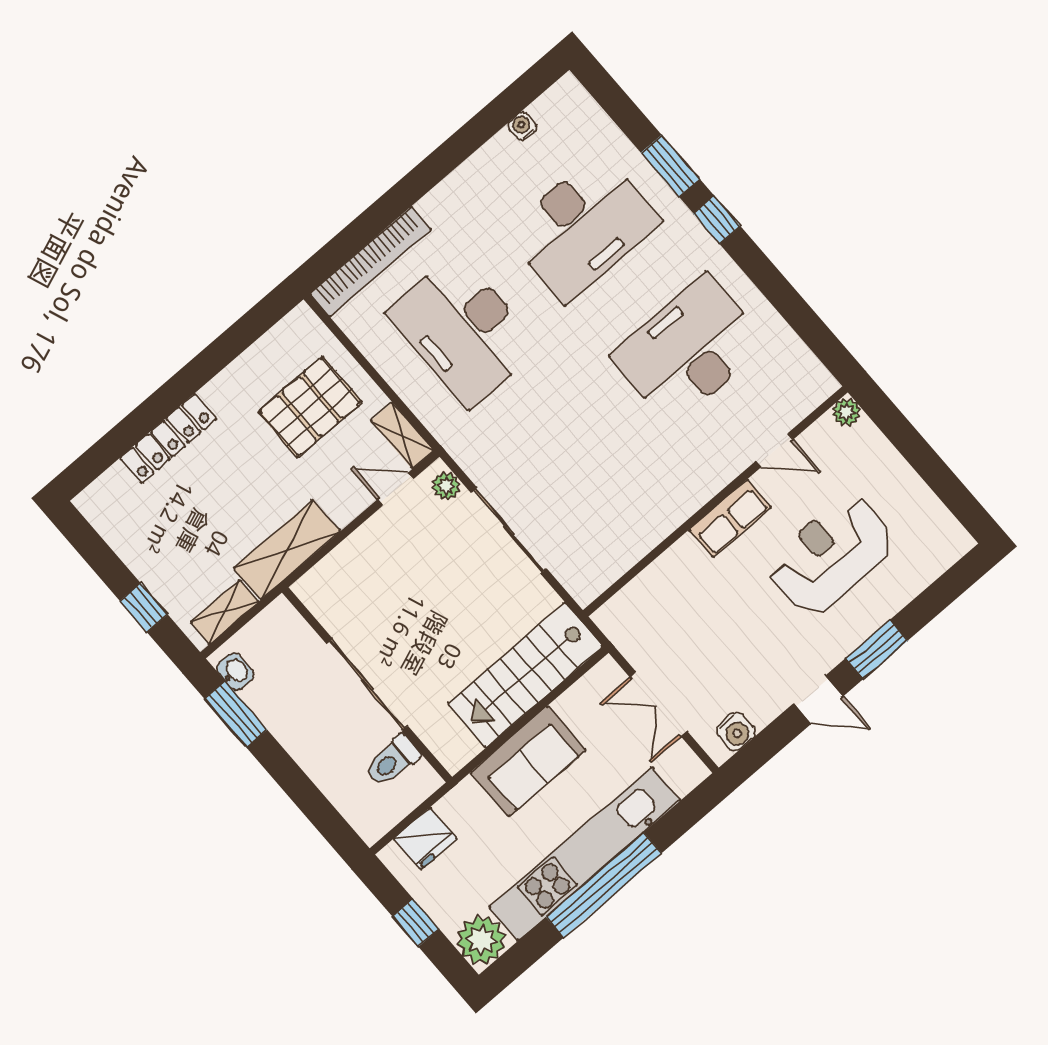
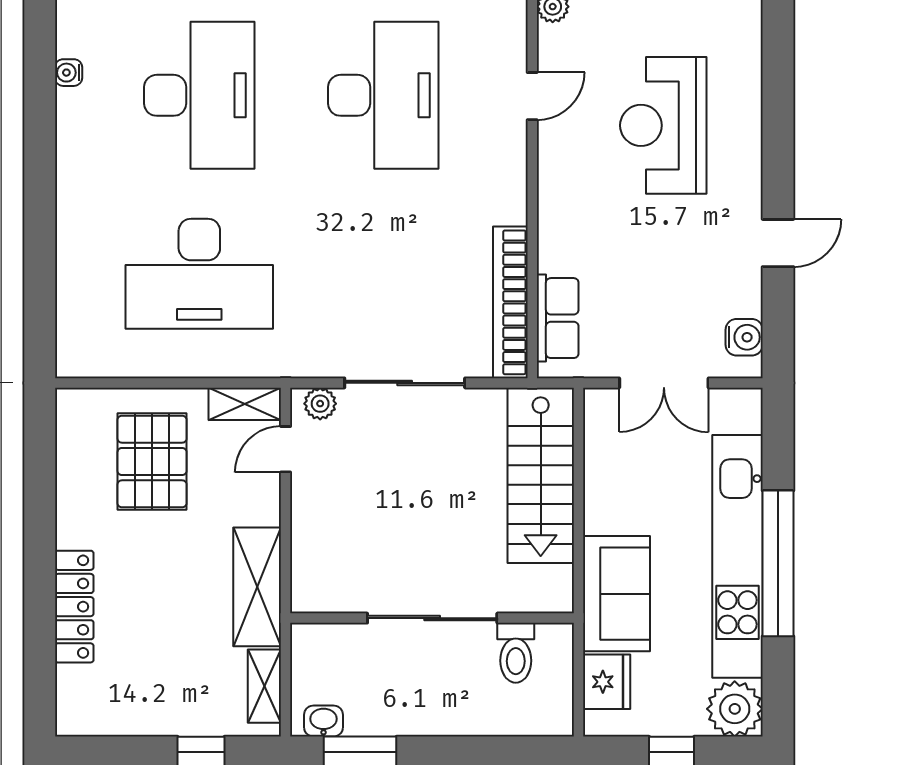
bookcase: (371, 261) -> (510, 302), moved, turned 180
desk: (689, 350) -> (383, 95), turned 180
row of seats: (730, 518) -> (558, 318), moved
window: (877, 649) -> (778, 156), removed
sofa: (528, 761) -> (616, 594), moved

